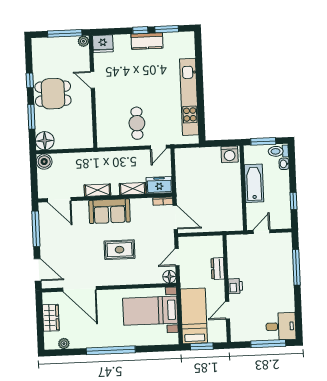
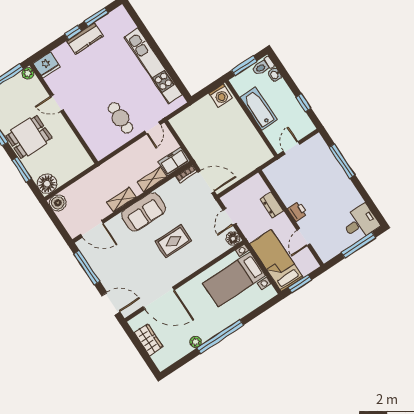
plant: (64, 344) -> (196, 342), moved

